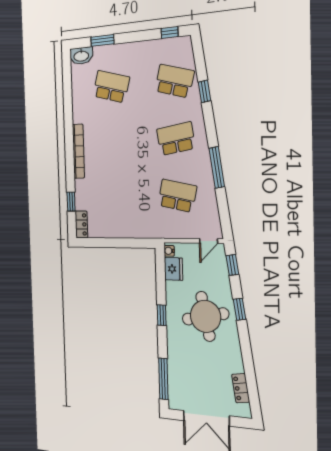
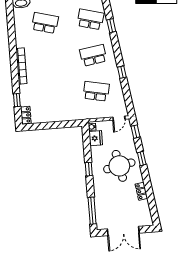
window: (217, 167) -> (122, 72), width x0.46
locker: (241, 388) -> (141, 191), moved

